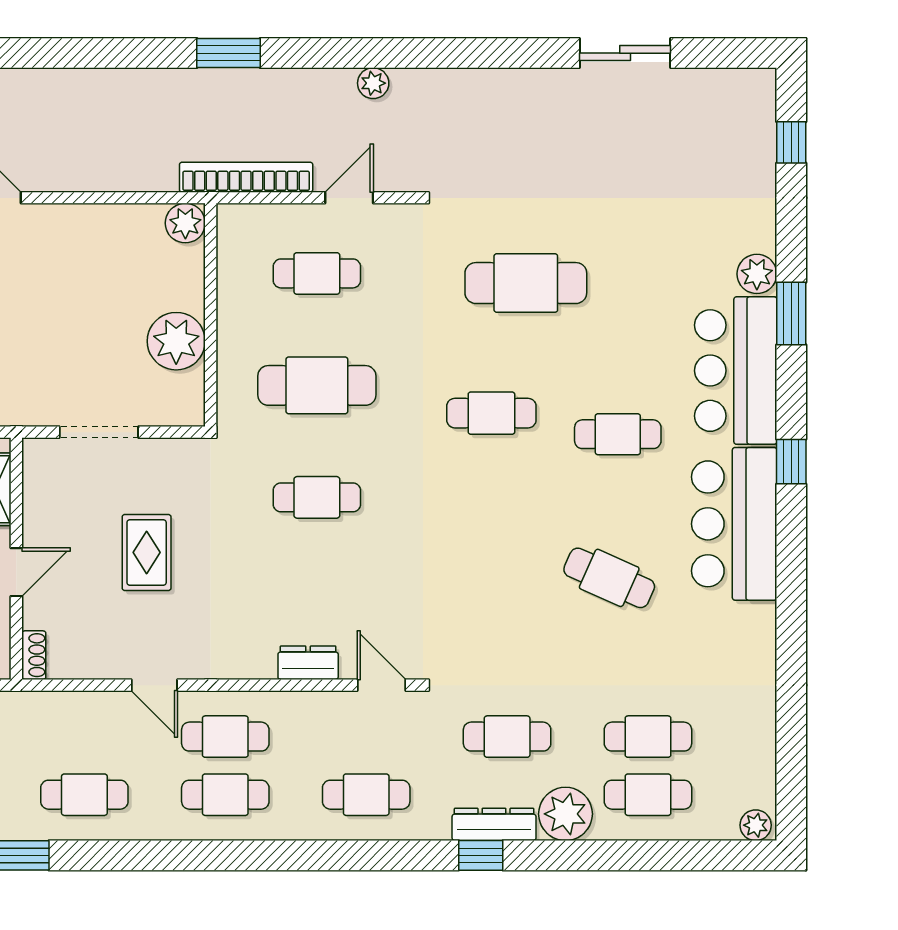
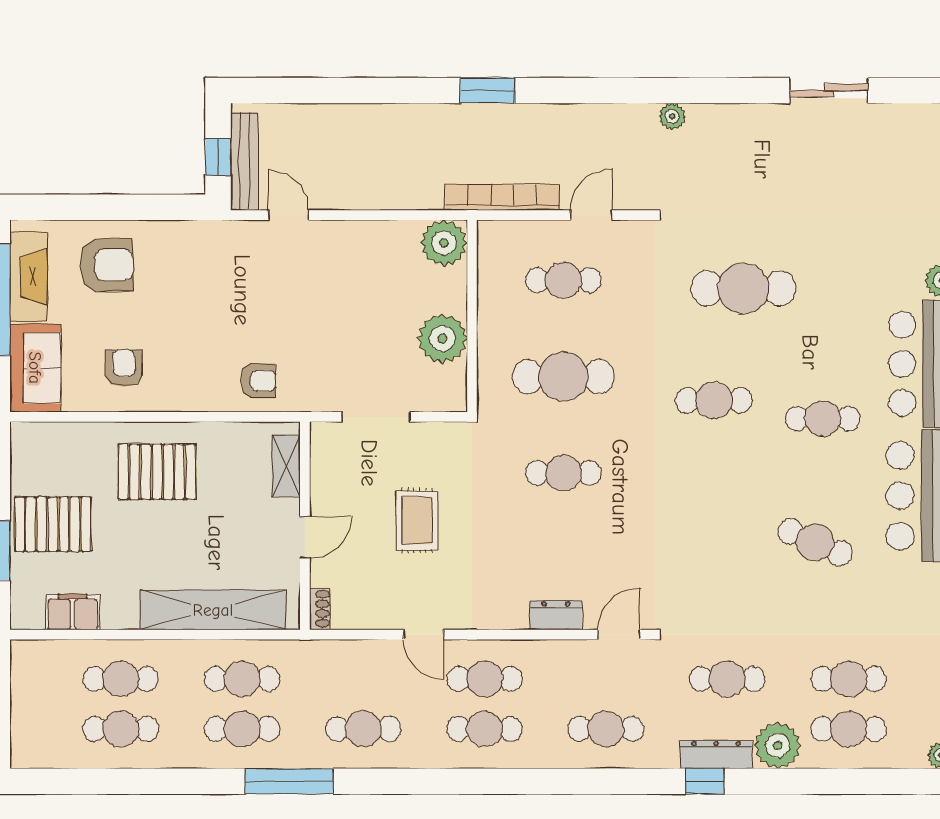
plant: (373, 83) -> (672, 116), moved
plant: (185, 223) -> (444, 243), width x1.36, depth x1.36
door: (381, 685) -> (619, 635), hinge flipped

